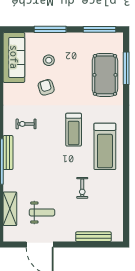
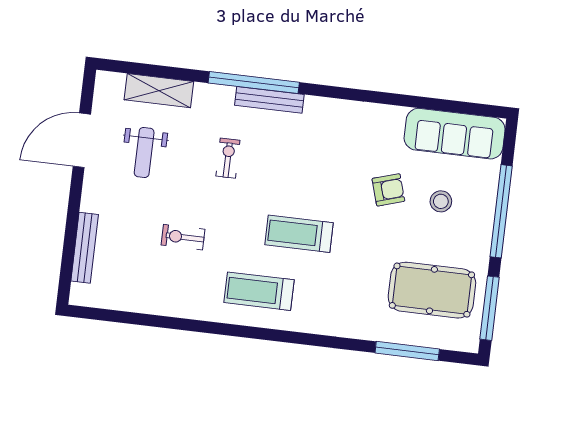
window: (50, 29) -> (501, 211), width x1.46
pool table: (105, 75) -> (432, 290), moved
exercise bike: (26, 124) -> (228, 158), moved
treadmill: (105, 146) -> (259, 291), width x0.73, depth x0.73

